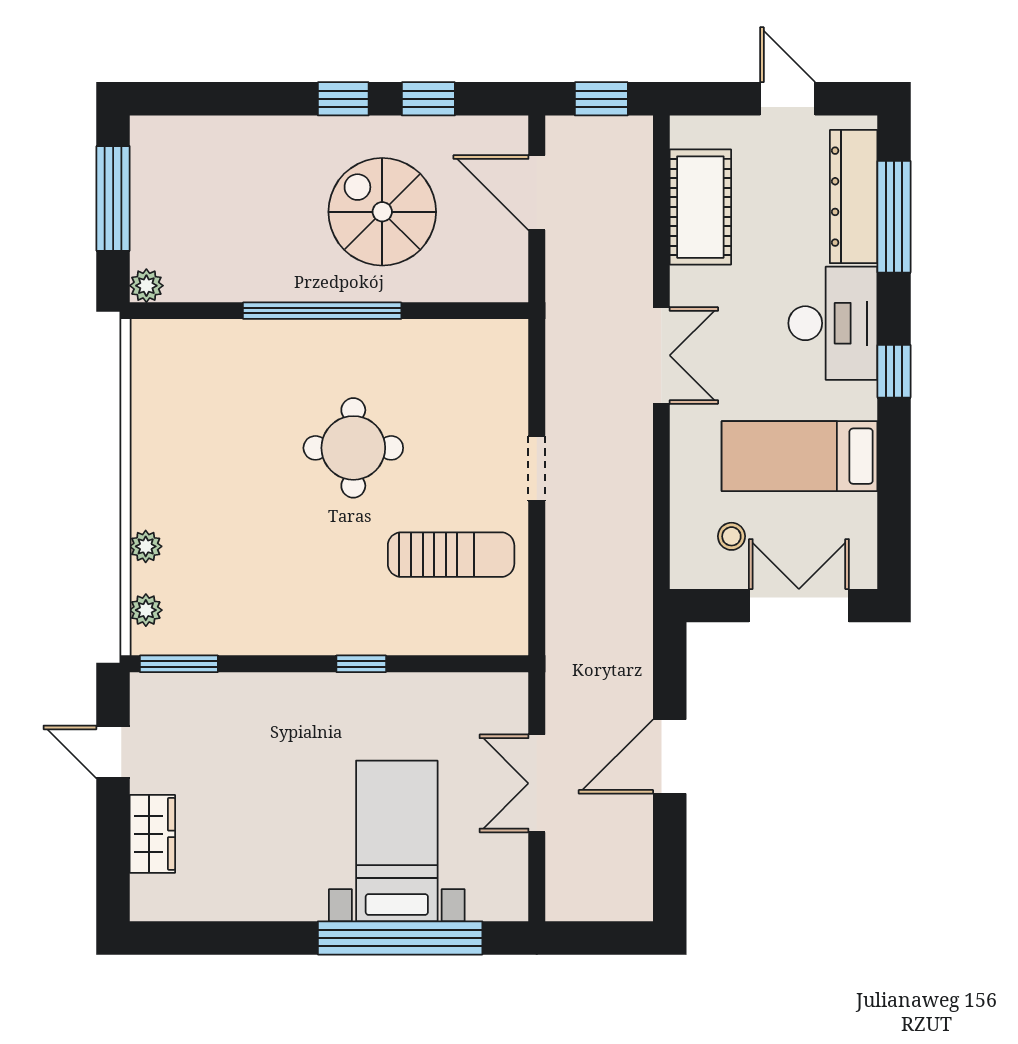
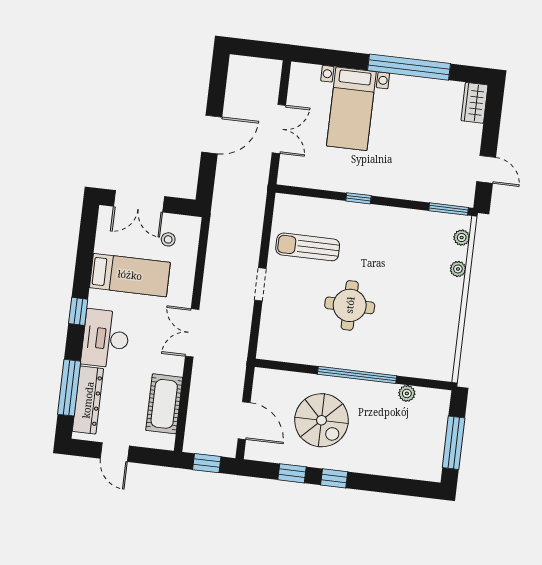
plant: (146, 286) -> (407, 393), moved
wardrobe: (152, 834) -> (474, 103), moved
window: (400, 938) -> (409, 67), moved

